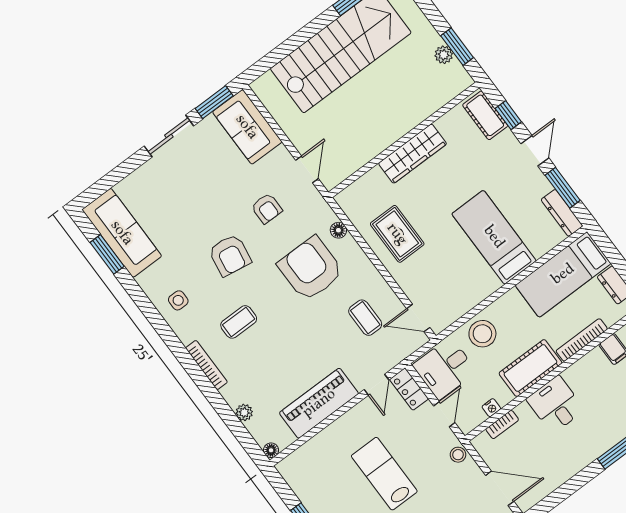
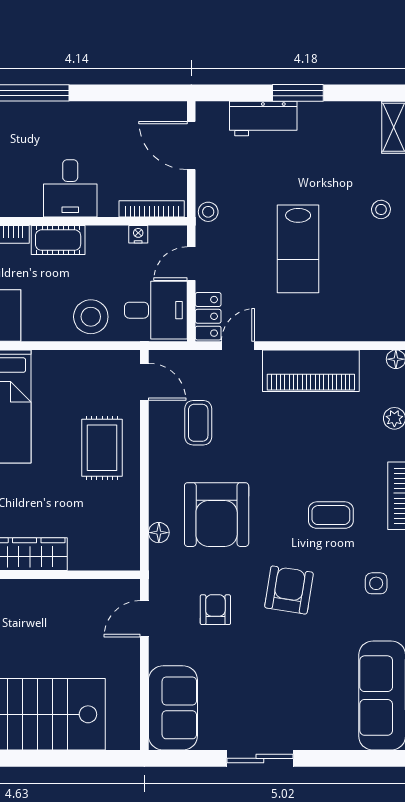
window: (214, 102) -> (188, 758), removed
rug: (397, 234) -> (102, 448), moved
cot: (530, 368) -> (58, 240), width x0.73, depth x0.75
bookcase: (502, 424) -> (152, 209), width x1.56

